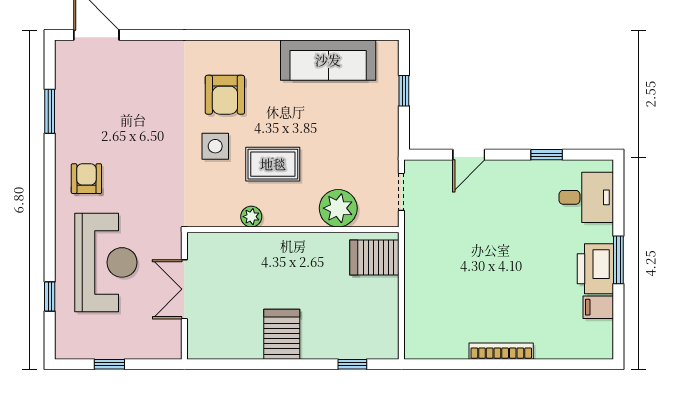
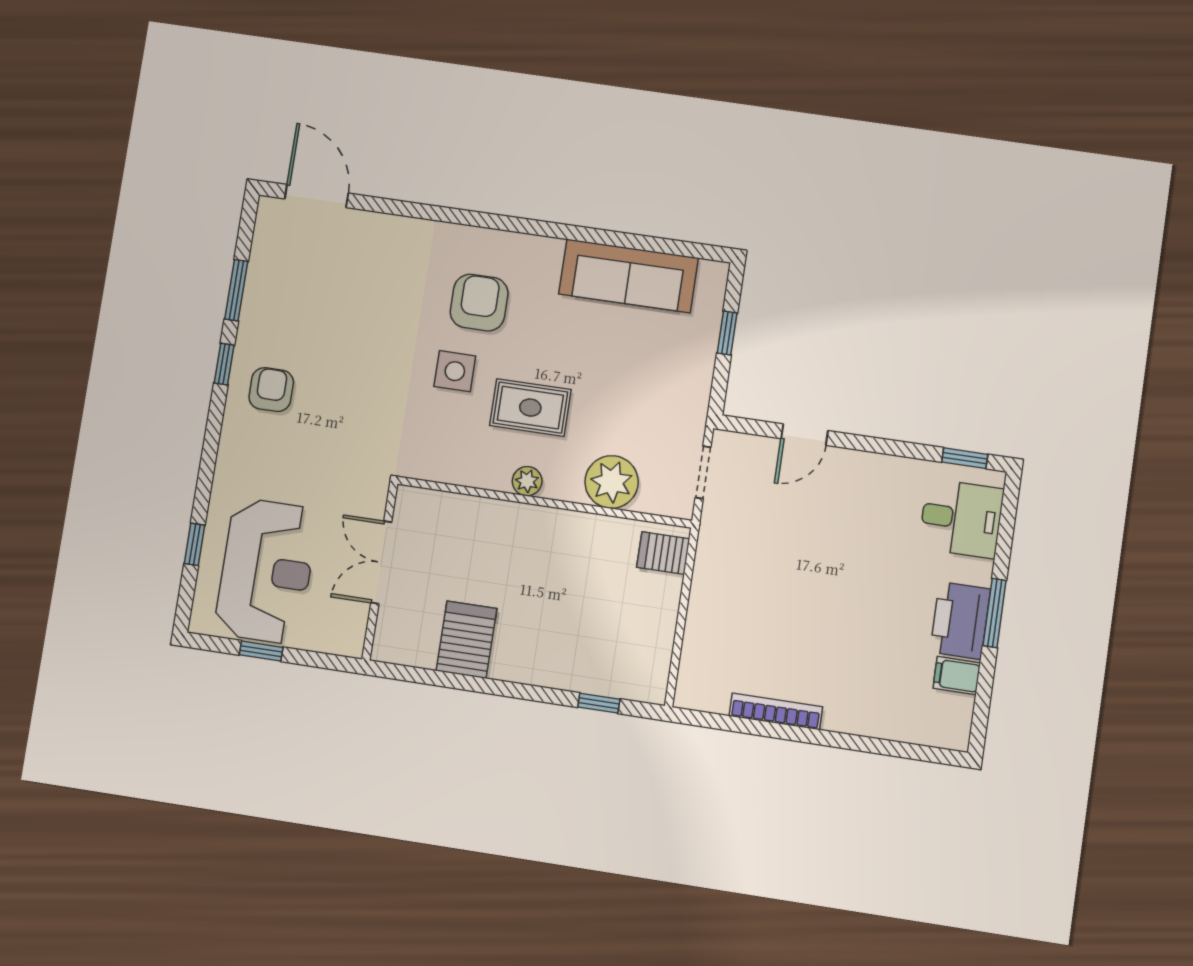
armchair: (225, 95) -> (479, 303), turned 180
window: (547, 155) -> (965, 458), moved
window: (50, 165) -> (224, 364), added
plant: (251, 217) -> (527, 481), moved
server rack: (374, 258) -> (663, 553), width x0.73, depth x0.70
reception desk: (106, 262) -> (266, 571), moved
server rack: (282, 334) -> (466, 640), moved
bookcase: (501, 351) -> (776, 711), moved

